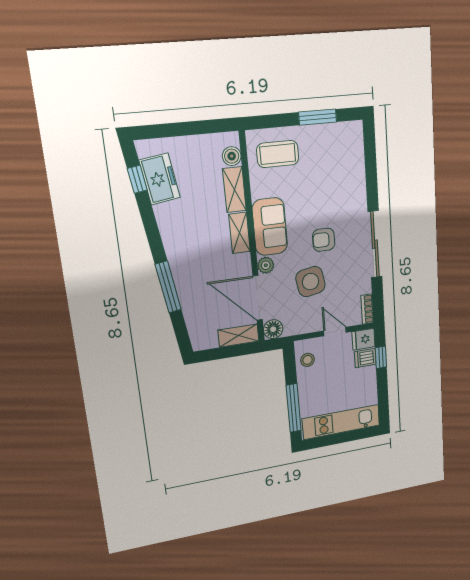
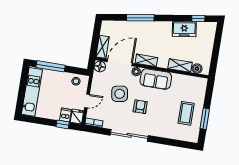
coffee table: (278, 154) -> (186, 113), moved
freezer: (160, 179) -> (184, 29), moved
shelving: (239, 233) -> (146, 60), moved

